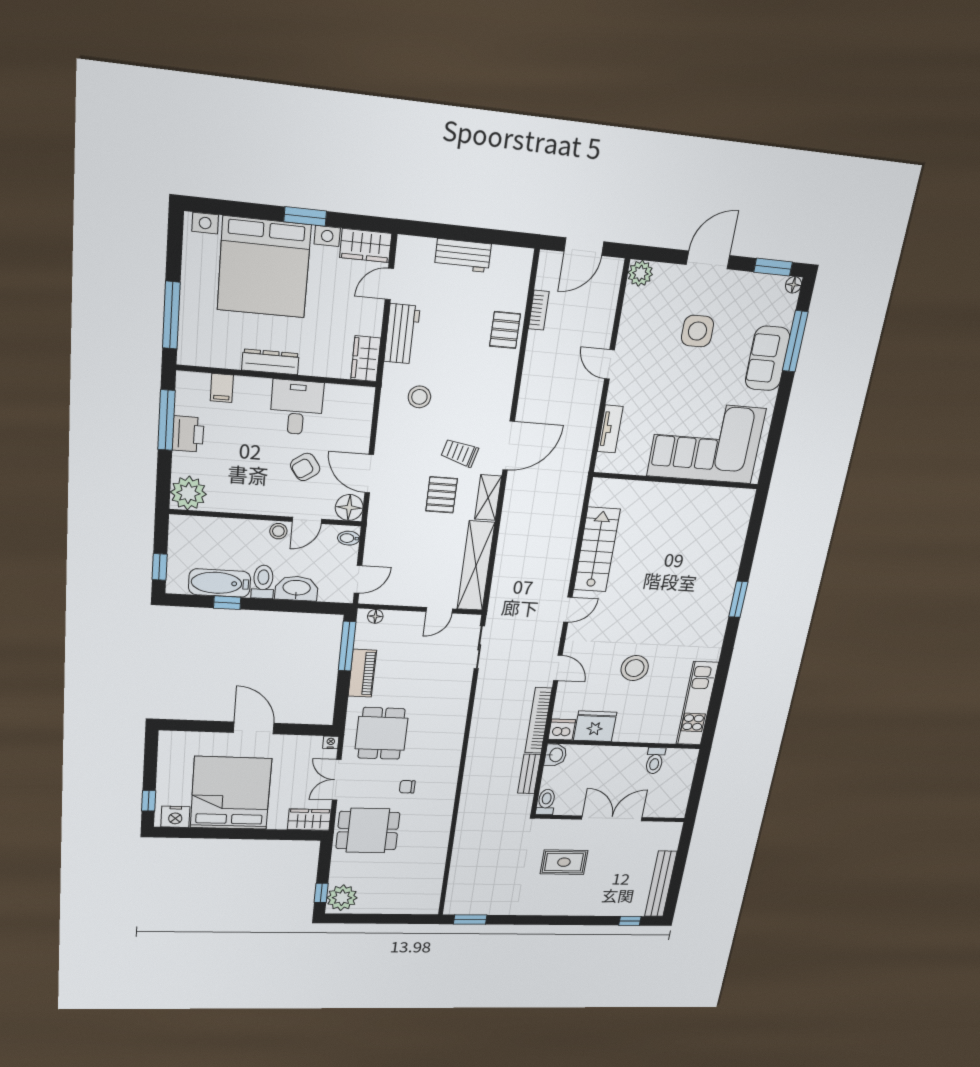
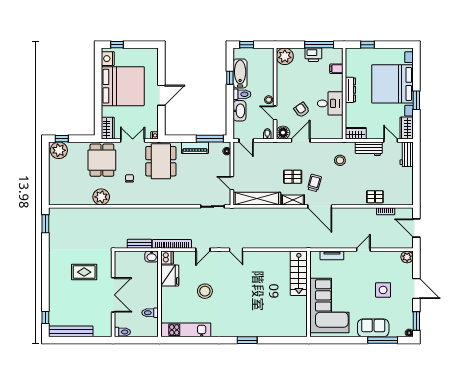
workbench: (463, 256) -> (407, 154), moved
window: (171, 315) -> (367, 45), width x0.46
stairs: (597, 550) -> (299, 273), moved, turned 90
dining table: (381, 733) -> (161, 161), width x1.38
toilet: (546, 802) -> (122, 332), moved
plant: (435, 833) -> (101, 197), added
rug: (564, 862) -> (84, 272), turned 90

